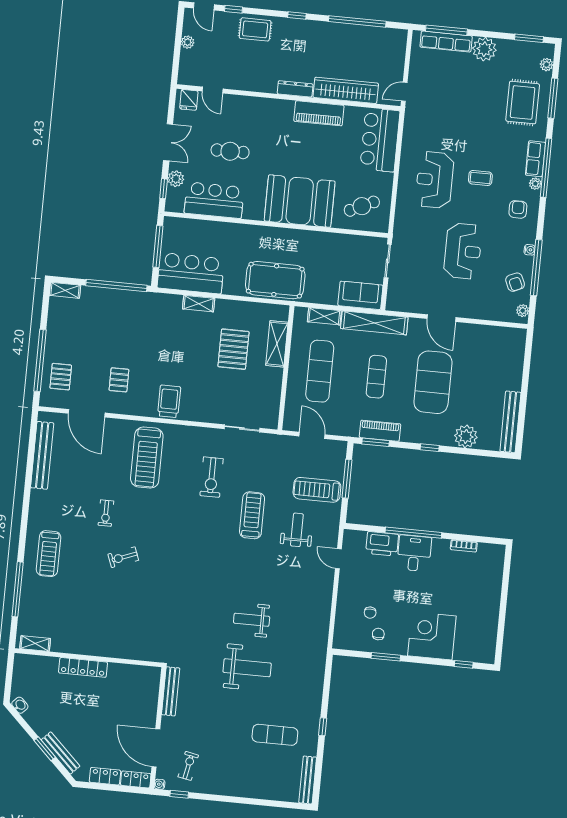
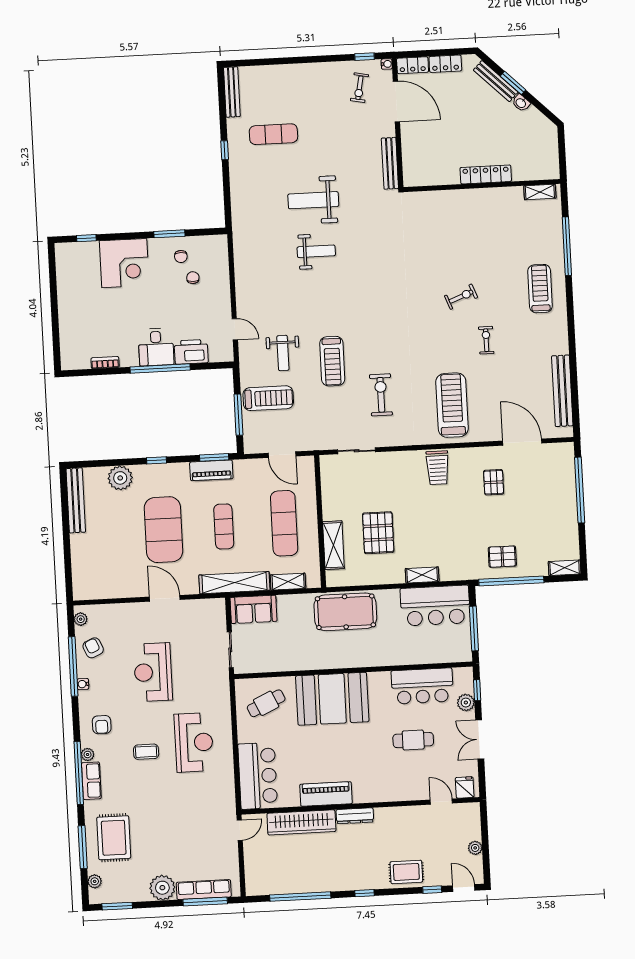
pallet: (61, 377) -> (502, 557), moved, turned 90
washbasin: (20, 705) -> (521, 103), moved

